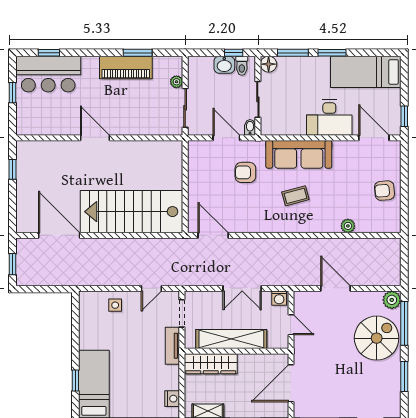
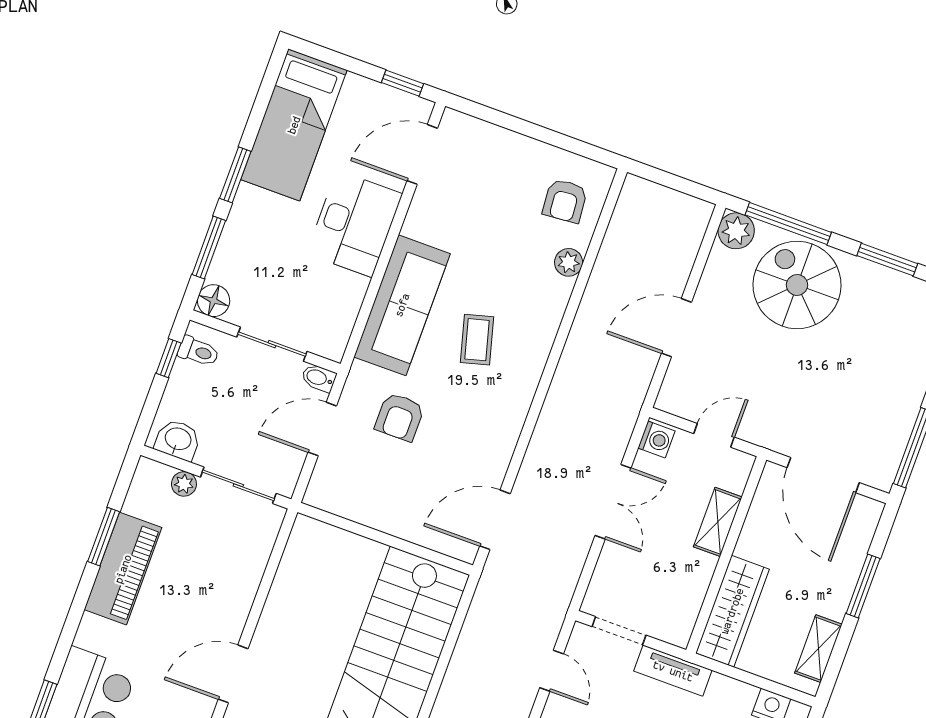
washbasin: (224, 65) -> (178, 440), moved, turned -90
armchair: (384, 191) -> (565, 201), moved
shelving: (231, 339) -> (718, 522), width x0.45, depth x0.75

